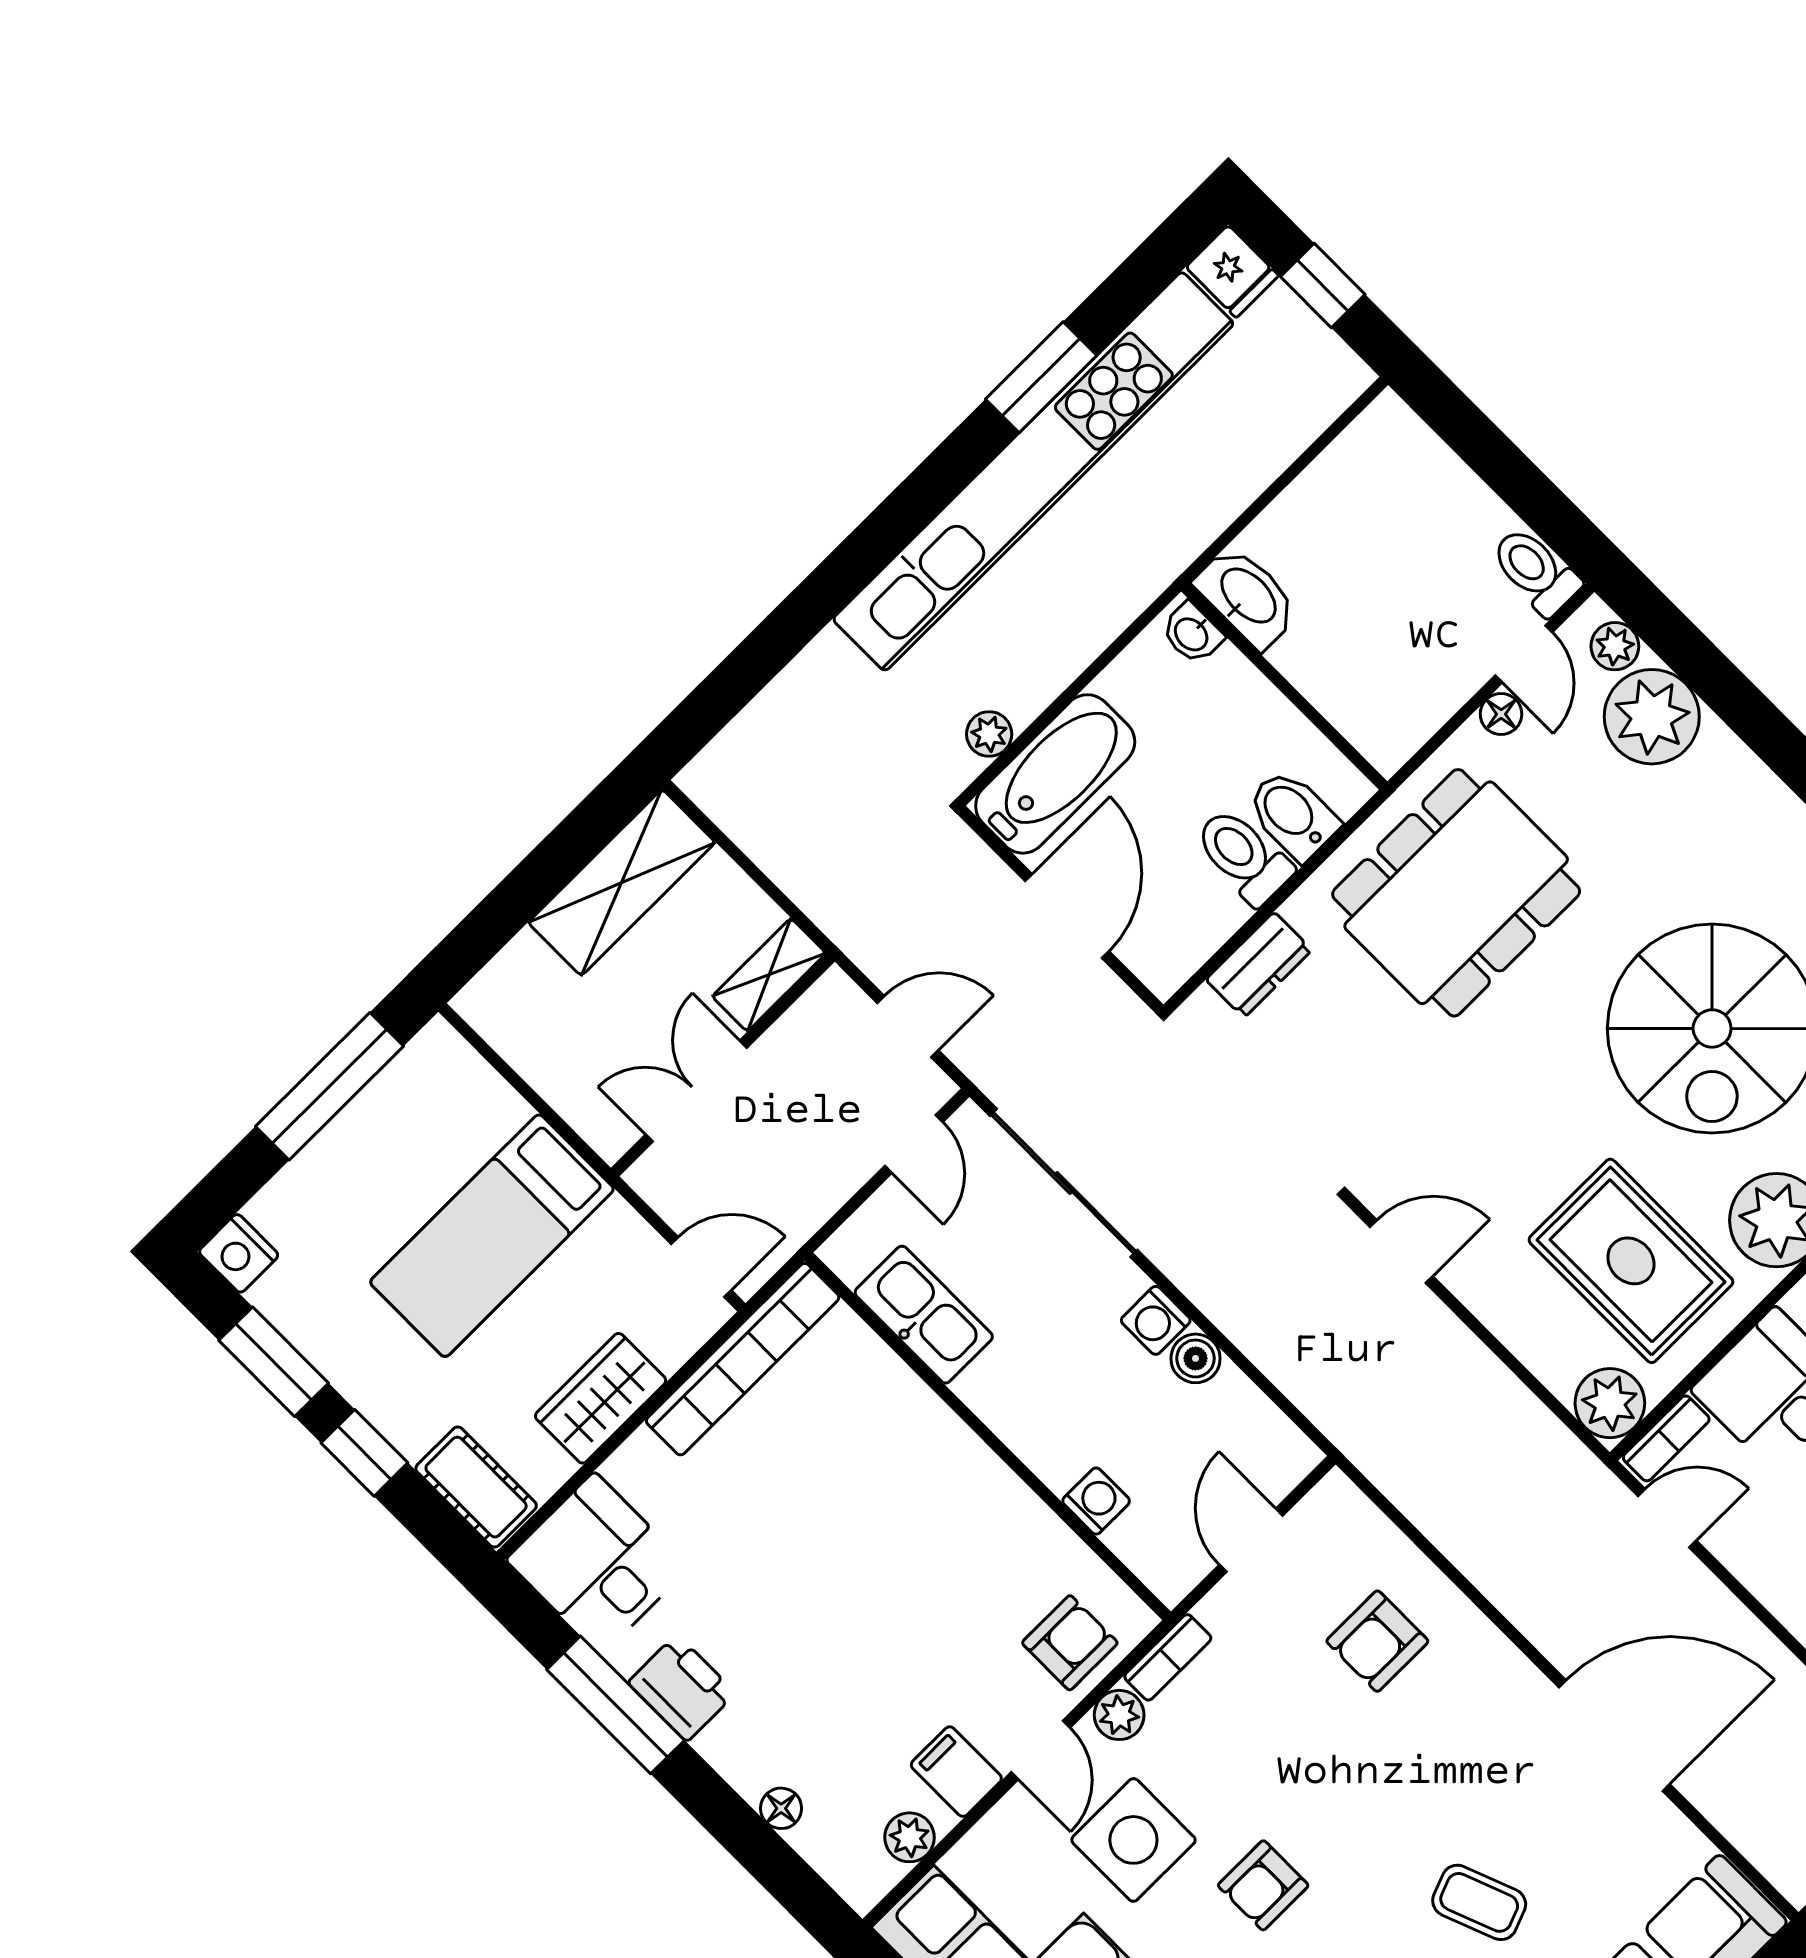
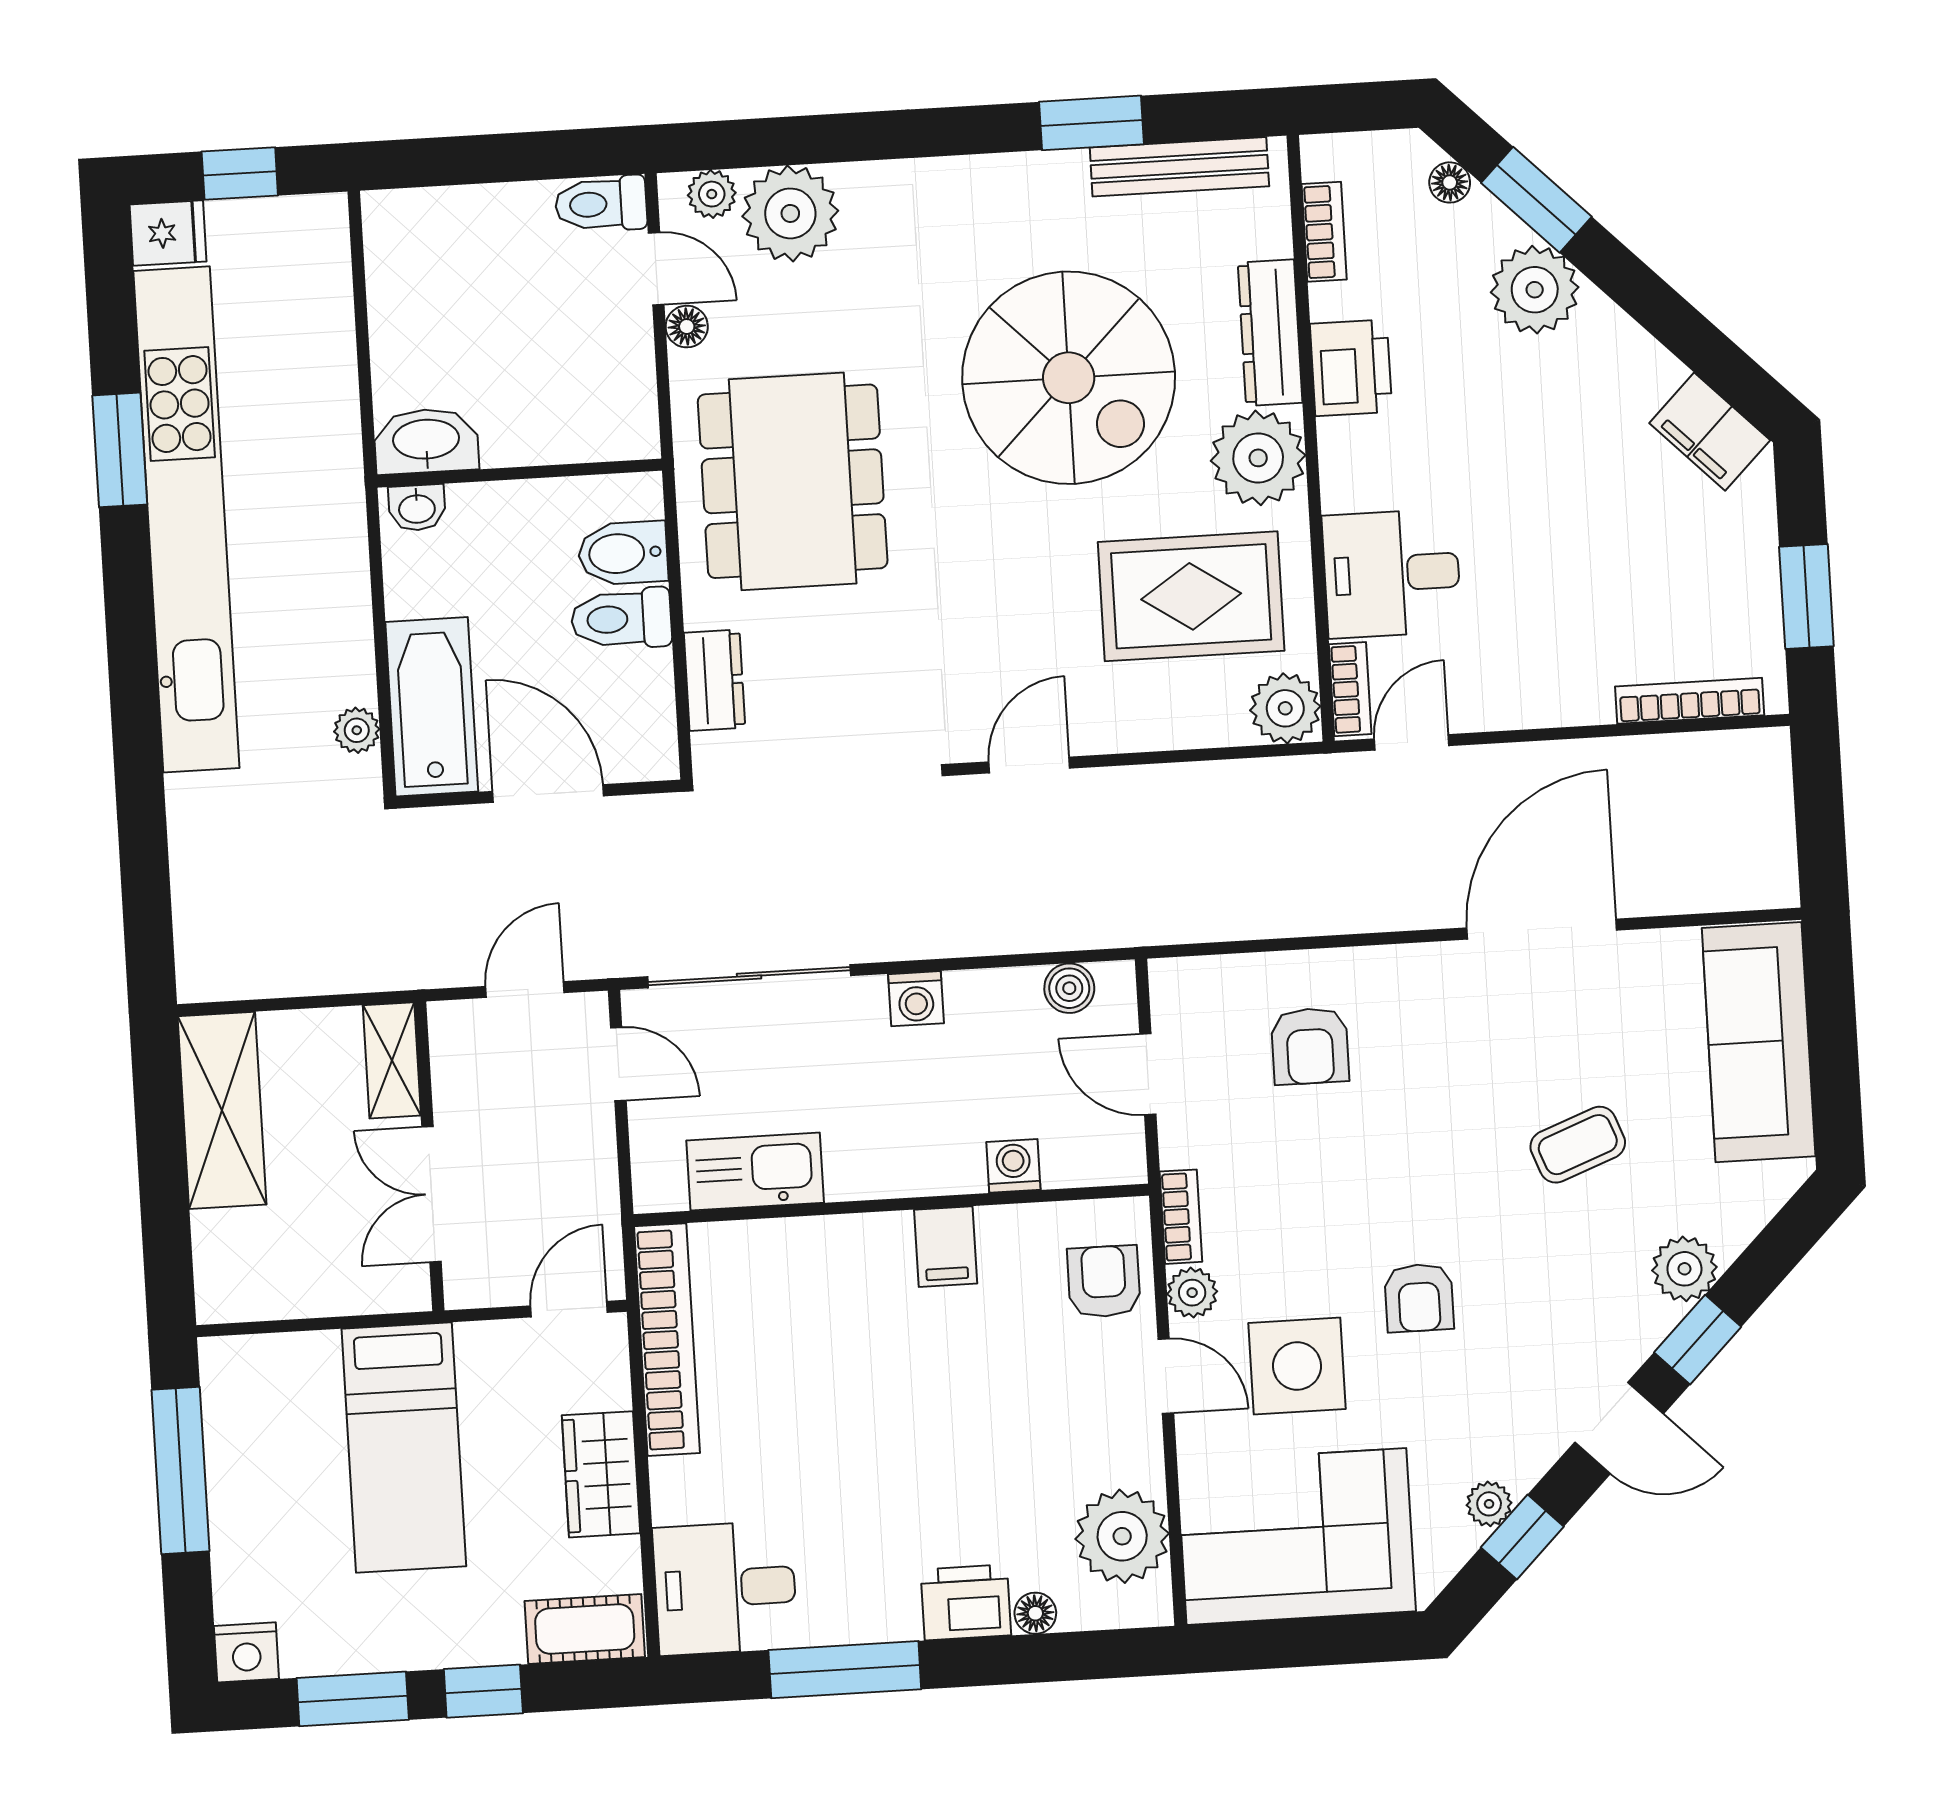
boiler: (1196, 1358) -> (1069, 988), moved
printer: (682, 1688) -> (966, 1602), moved
filing cabinet: (956, 1772) -> (946, 1247), moved, turned -90
plant: (910, 1837) -> (1122, 1536), width x1.88, depth x1.88

